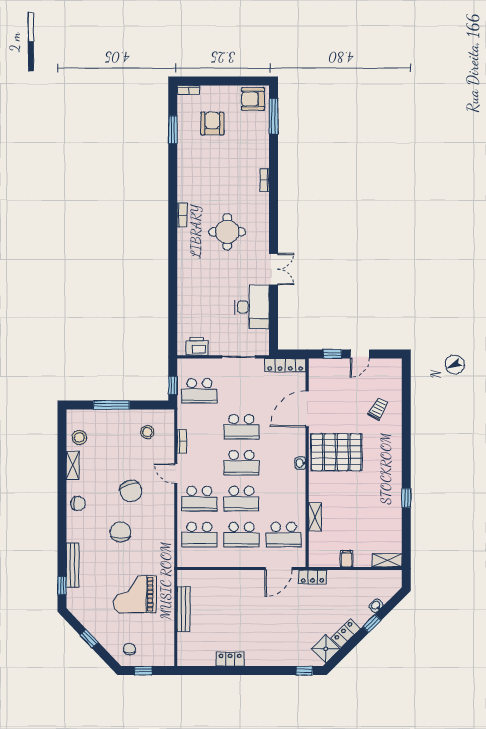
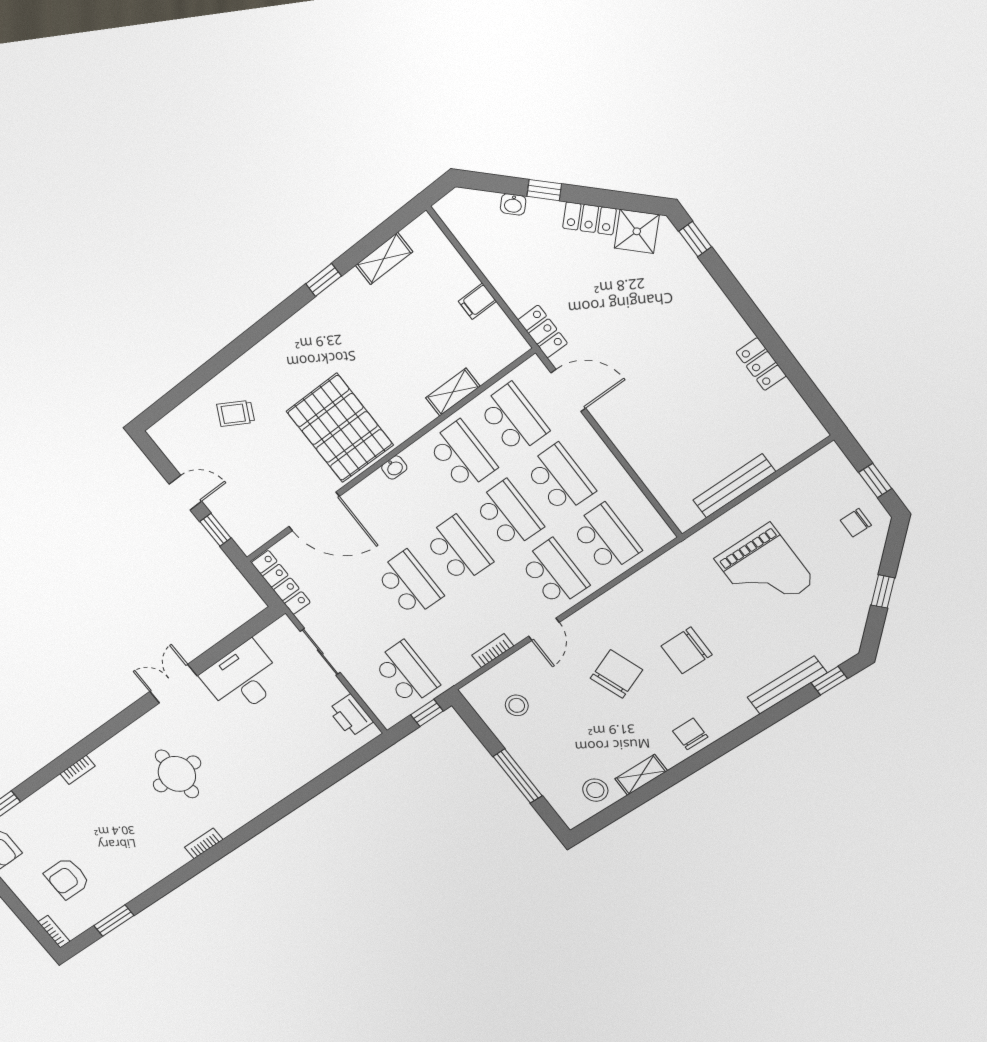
school desk: (284, 499) -> (462, 455), added
shelving: (387, 560) -> (384, 259), moved, turned 90

